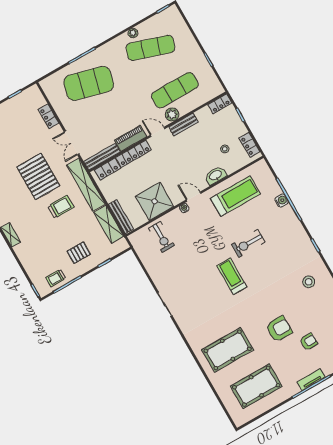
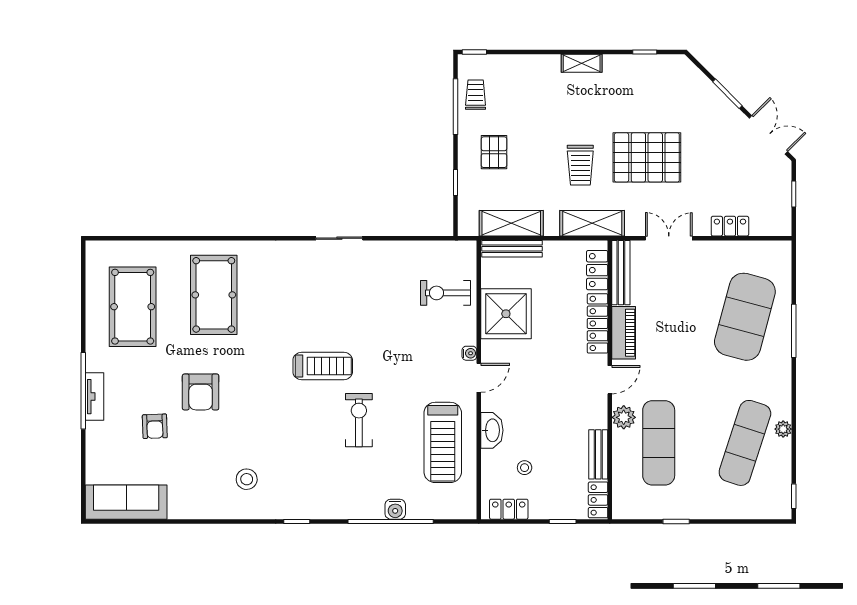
bench: (184, 125) -> (598, 454), moved
shelving: (86, 185) -> (592, 223), width x0.68

